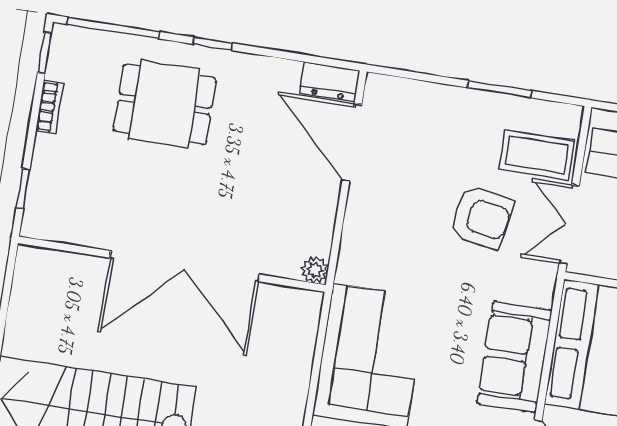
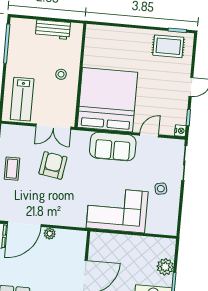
coffee table: (537, 155) -> (12, 169), moved, width x0.73, depth x0.77
plant: (315, 270) -> (50, 234), moved

